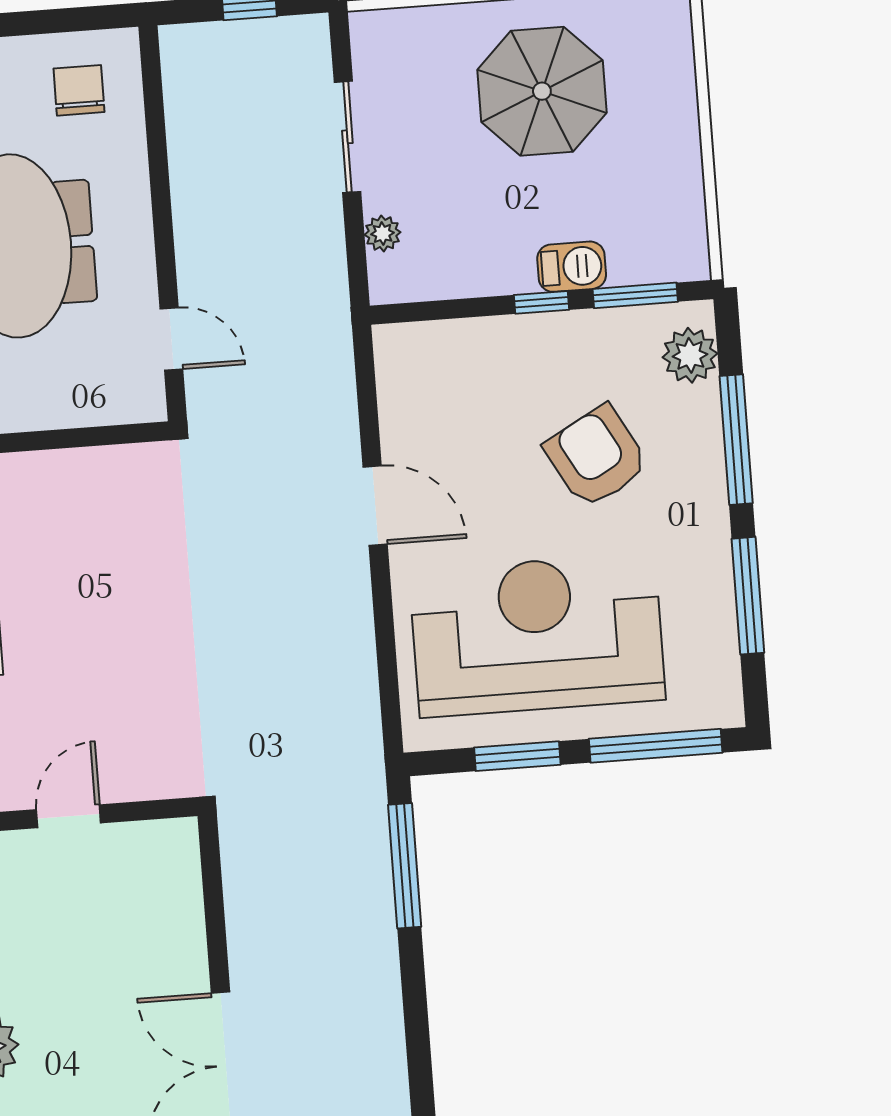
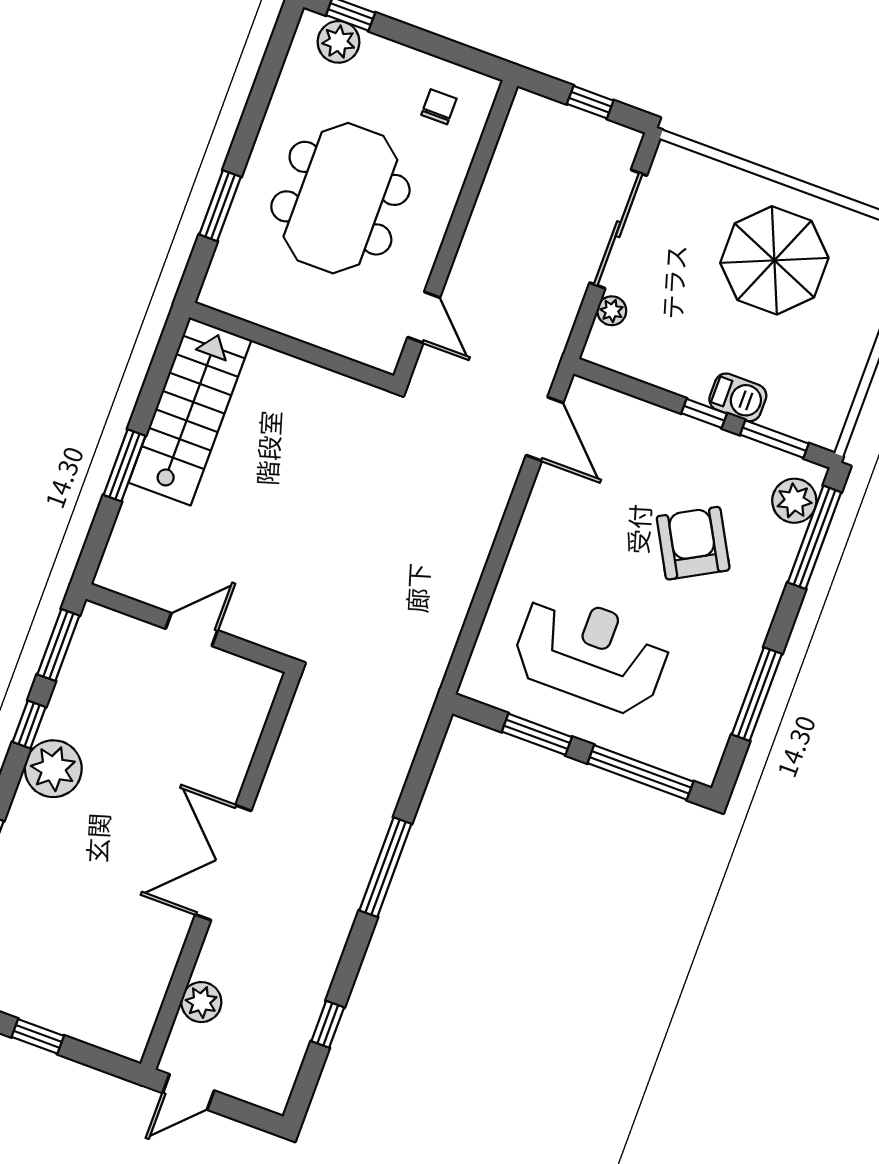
chair: (79, 90) -> (439, 107), width x0.73, depth x0.73
sliding door: (347, 137) -> (618, 229), width x1.37
window: (736, 440) -> (815, 537), moved
door: (375, 505) -> (545, 429), moved
reception desk: (537, 635) -> (591, 653), width x0.74, depth x0.77
window: (405, 866) -> (385, 867), moved

